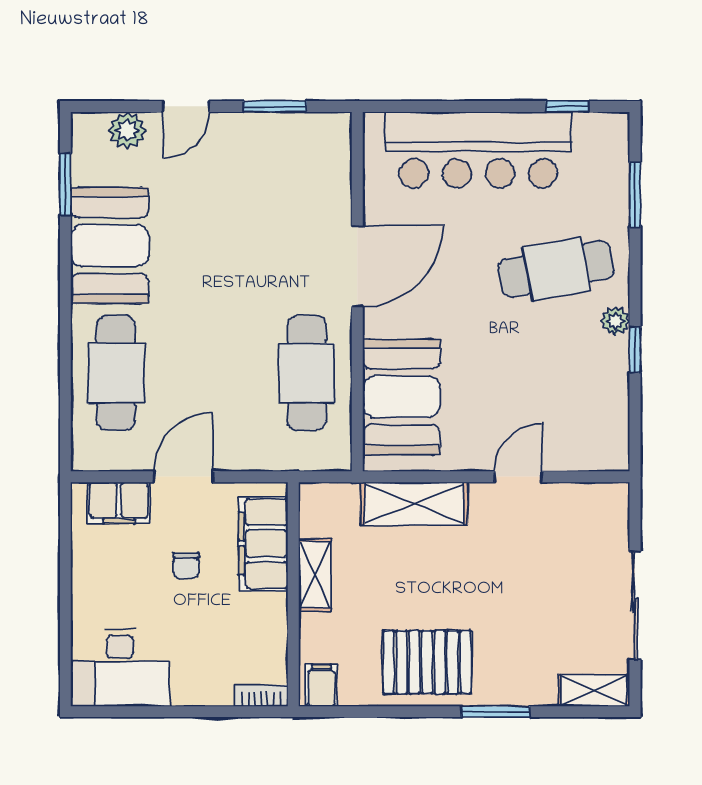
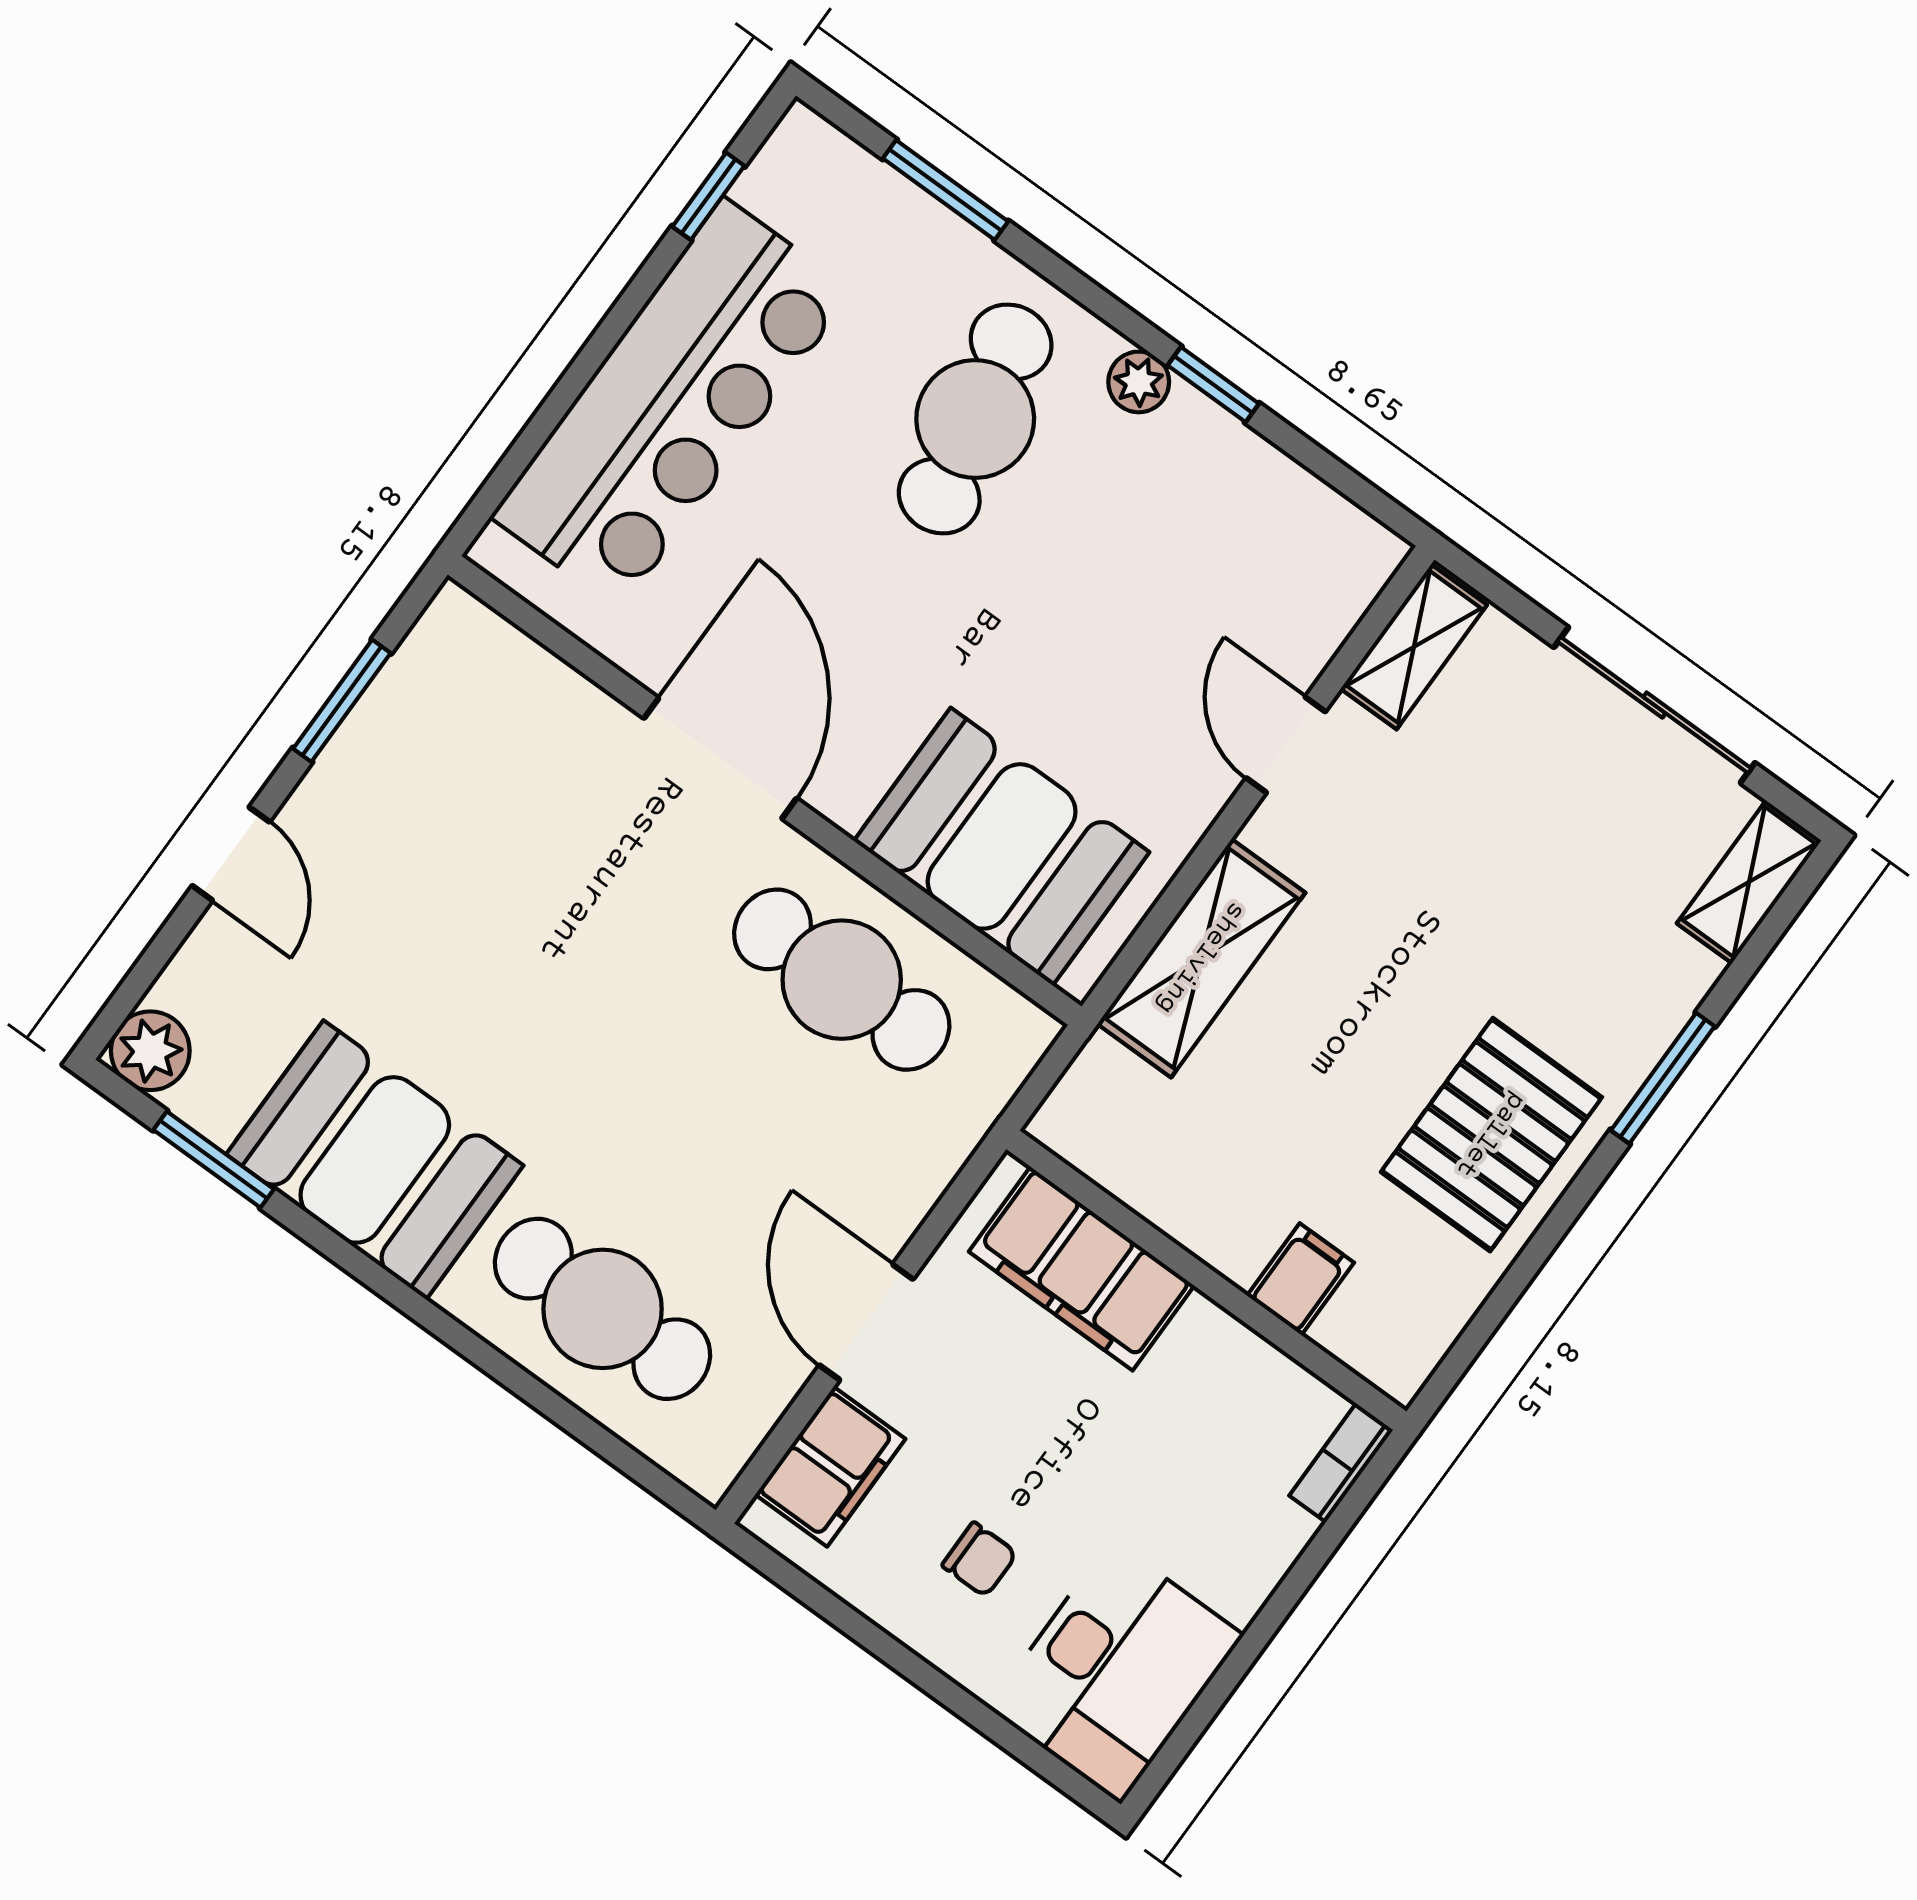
plant: (127, 130) -> (150, 1051), moved
chair: (186, 566) -> (980, 1559), moved
shelving: (315, 575) -> (1414, 647), moved, turned 90
filing cabinet: (321, 685) -> (1301, 1279), moved, turned 90

